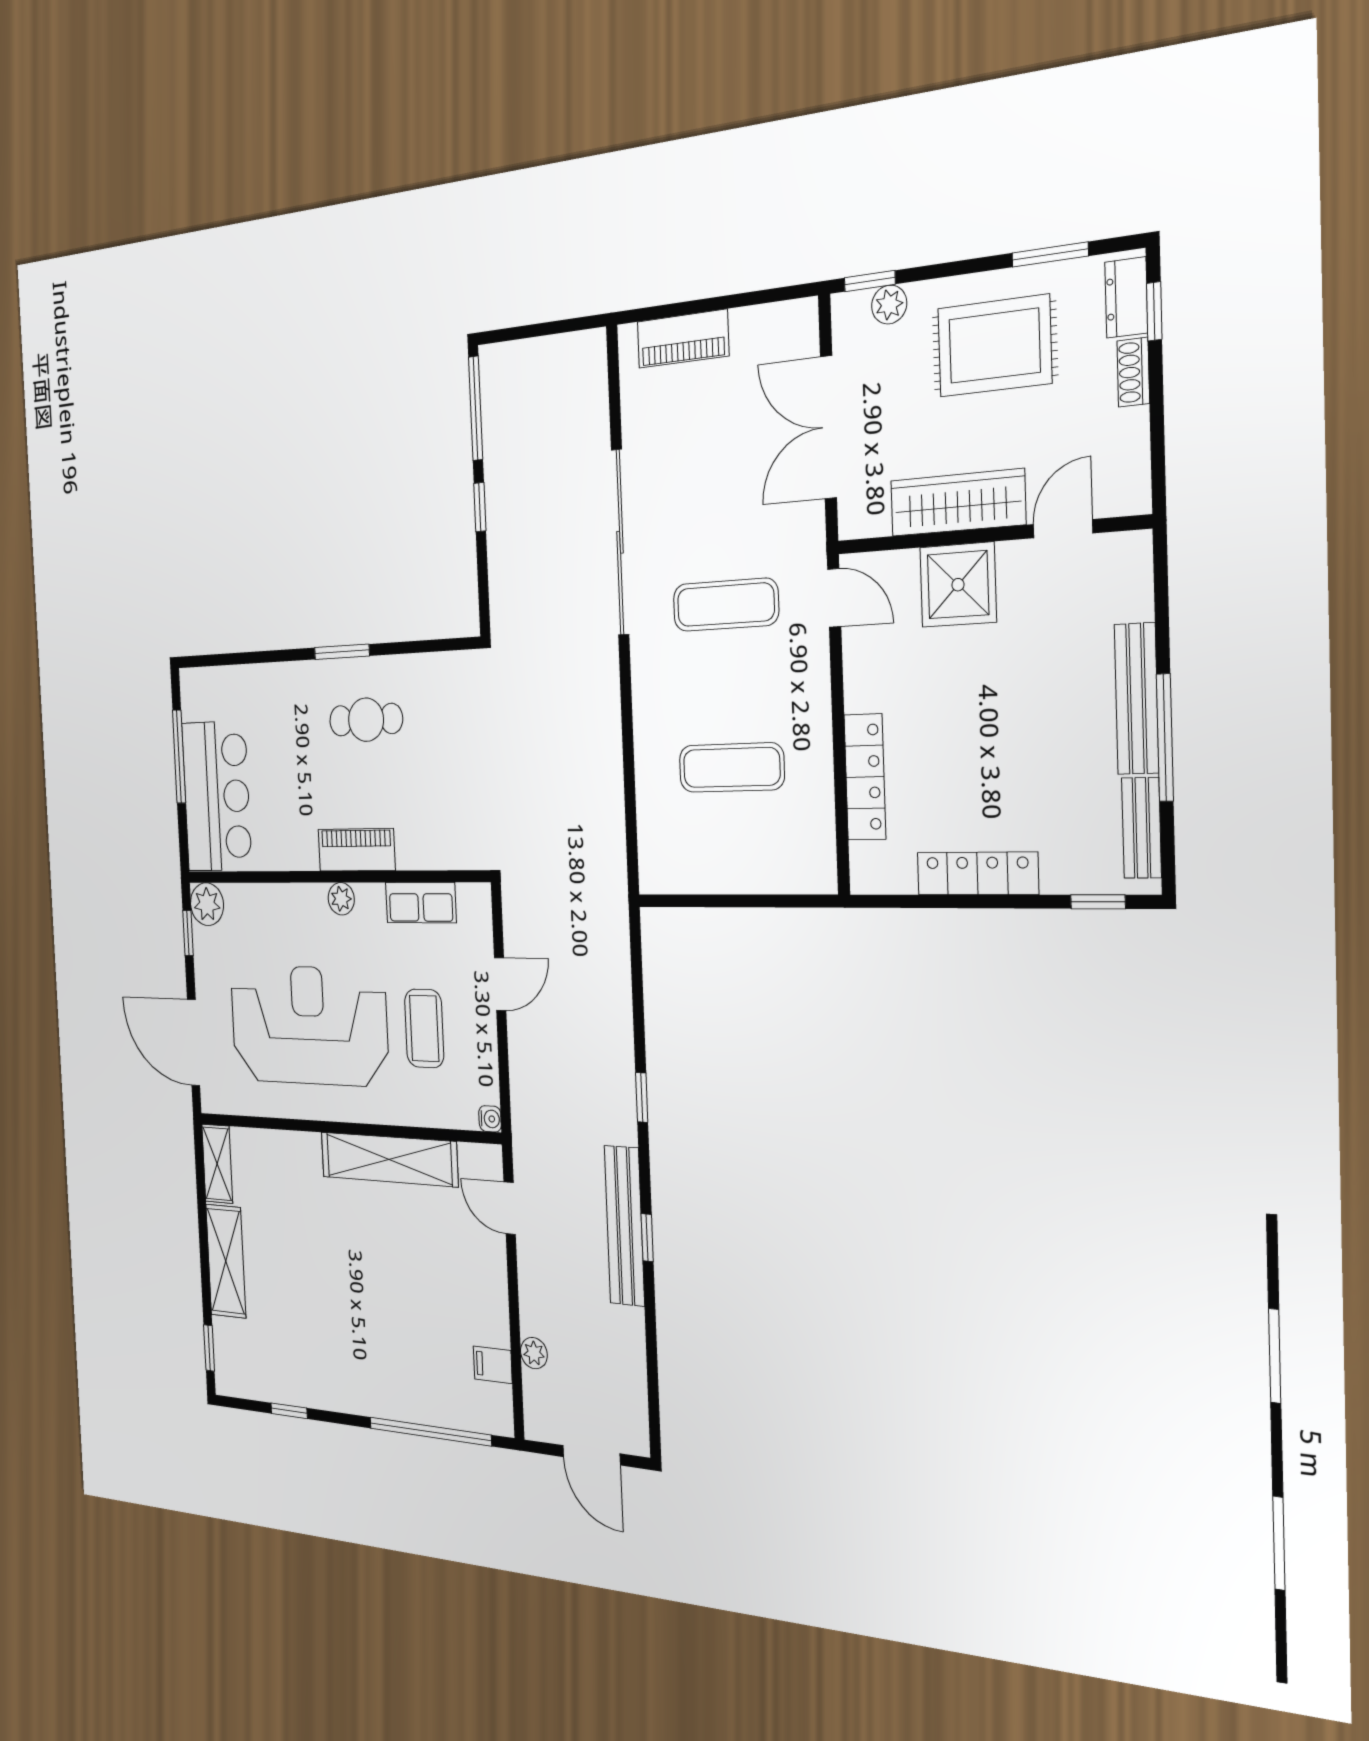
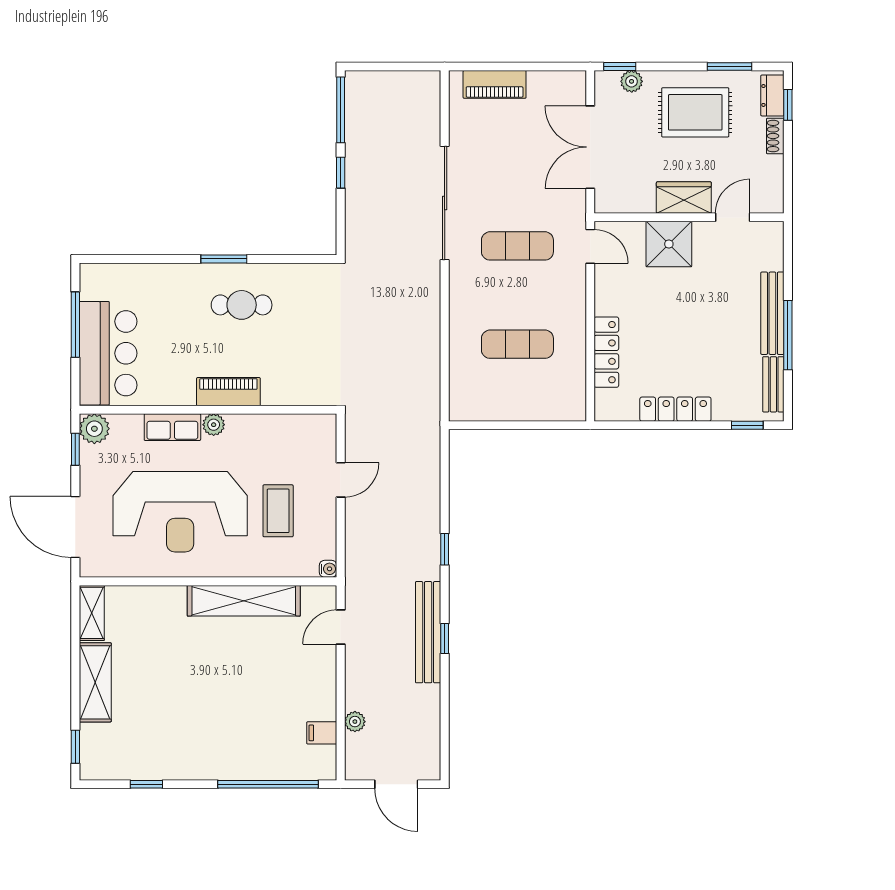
wardrobe: (958, 503) -> (684, 198), width x0.67
row of seats: (421, 903) -> (172, 427), moved
reception desk: (308, 1025) -> (180, 512), turned 180
door: (510, 1208) -> (341, 627), hinge flipped

